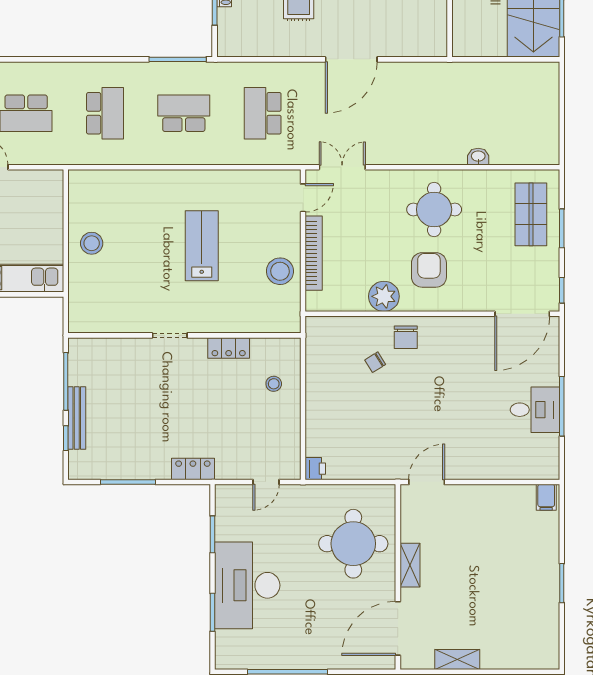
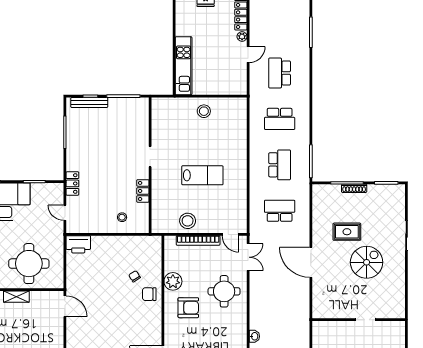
round table: (434, 209) -> (224, 291), moved
bench: (77, 418) -> (89, 102), moved
locker: (193, 469) -> (72, 183), moved
printer: (315, 469) -> (78, 244), width x1.87, depth x1.48

